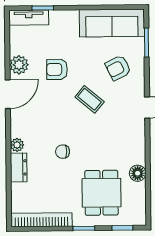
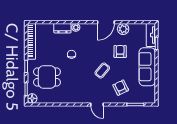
sofa: (112, 23) -> (147, 67), moved
door: (8, 94) -> (106, 22), hinge flipped
floor lamp: (138, 173) -> (32, 98), moved

